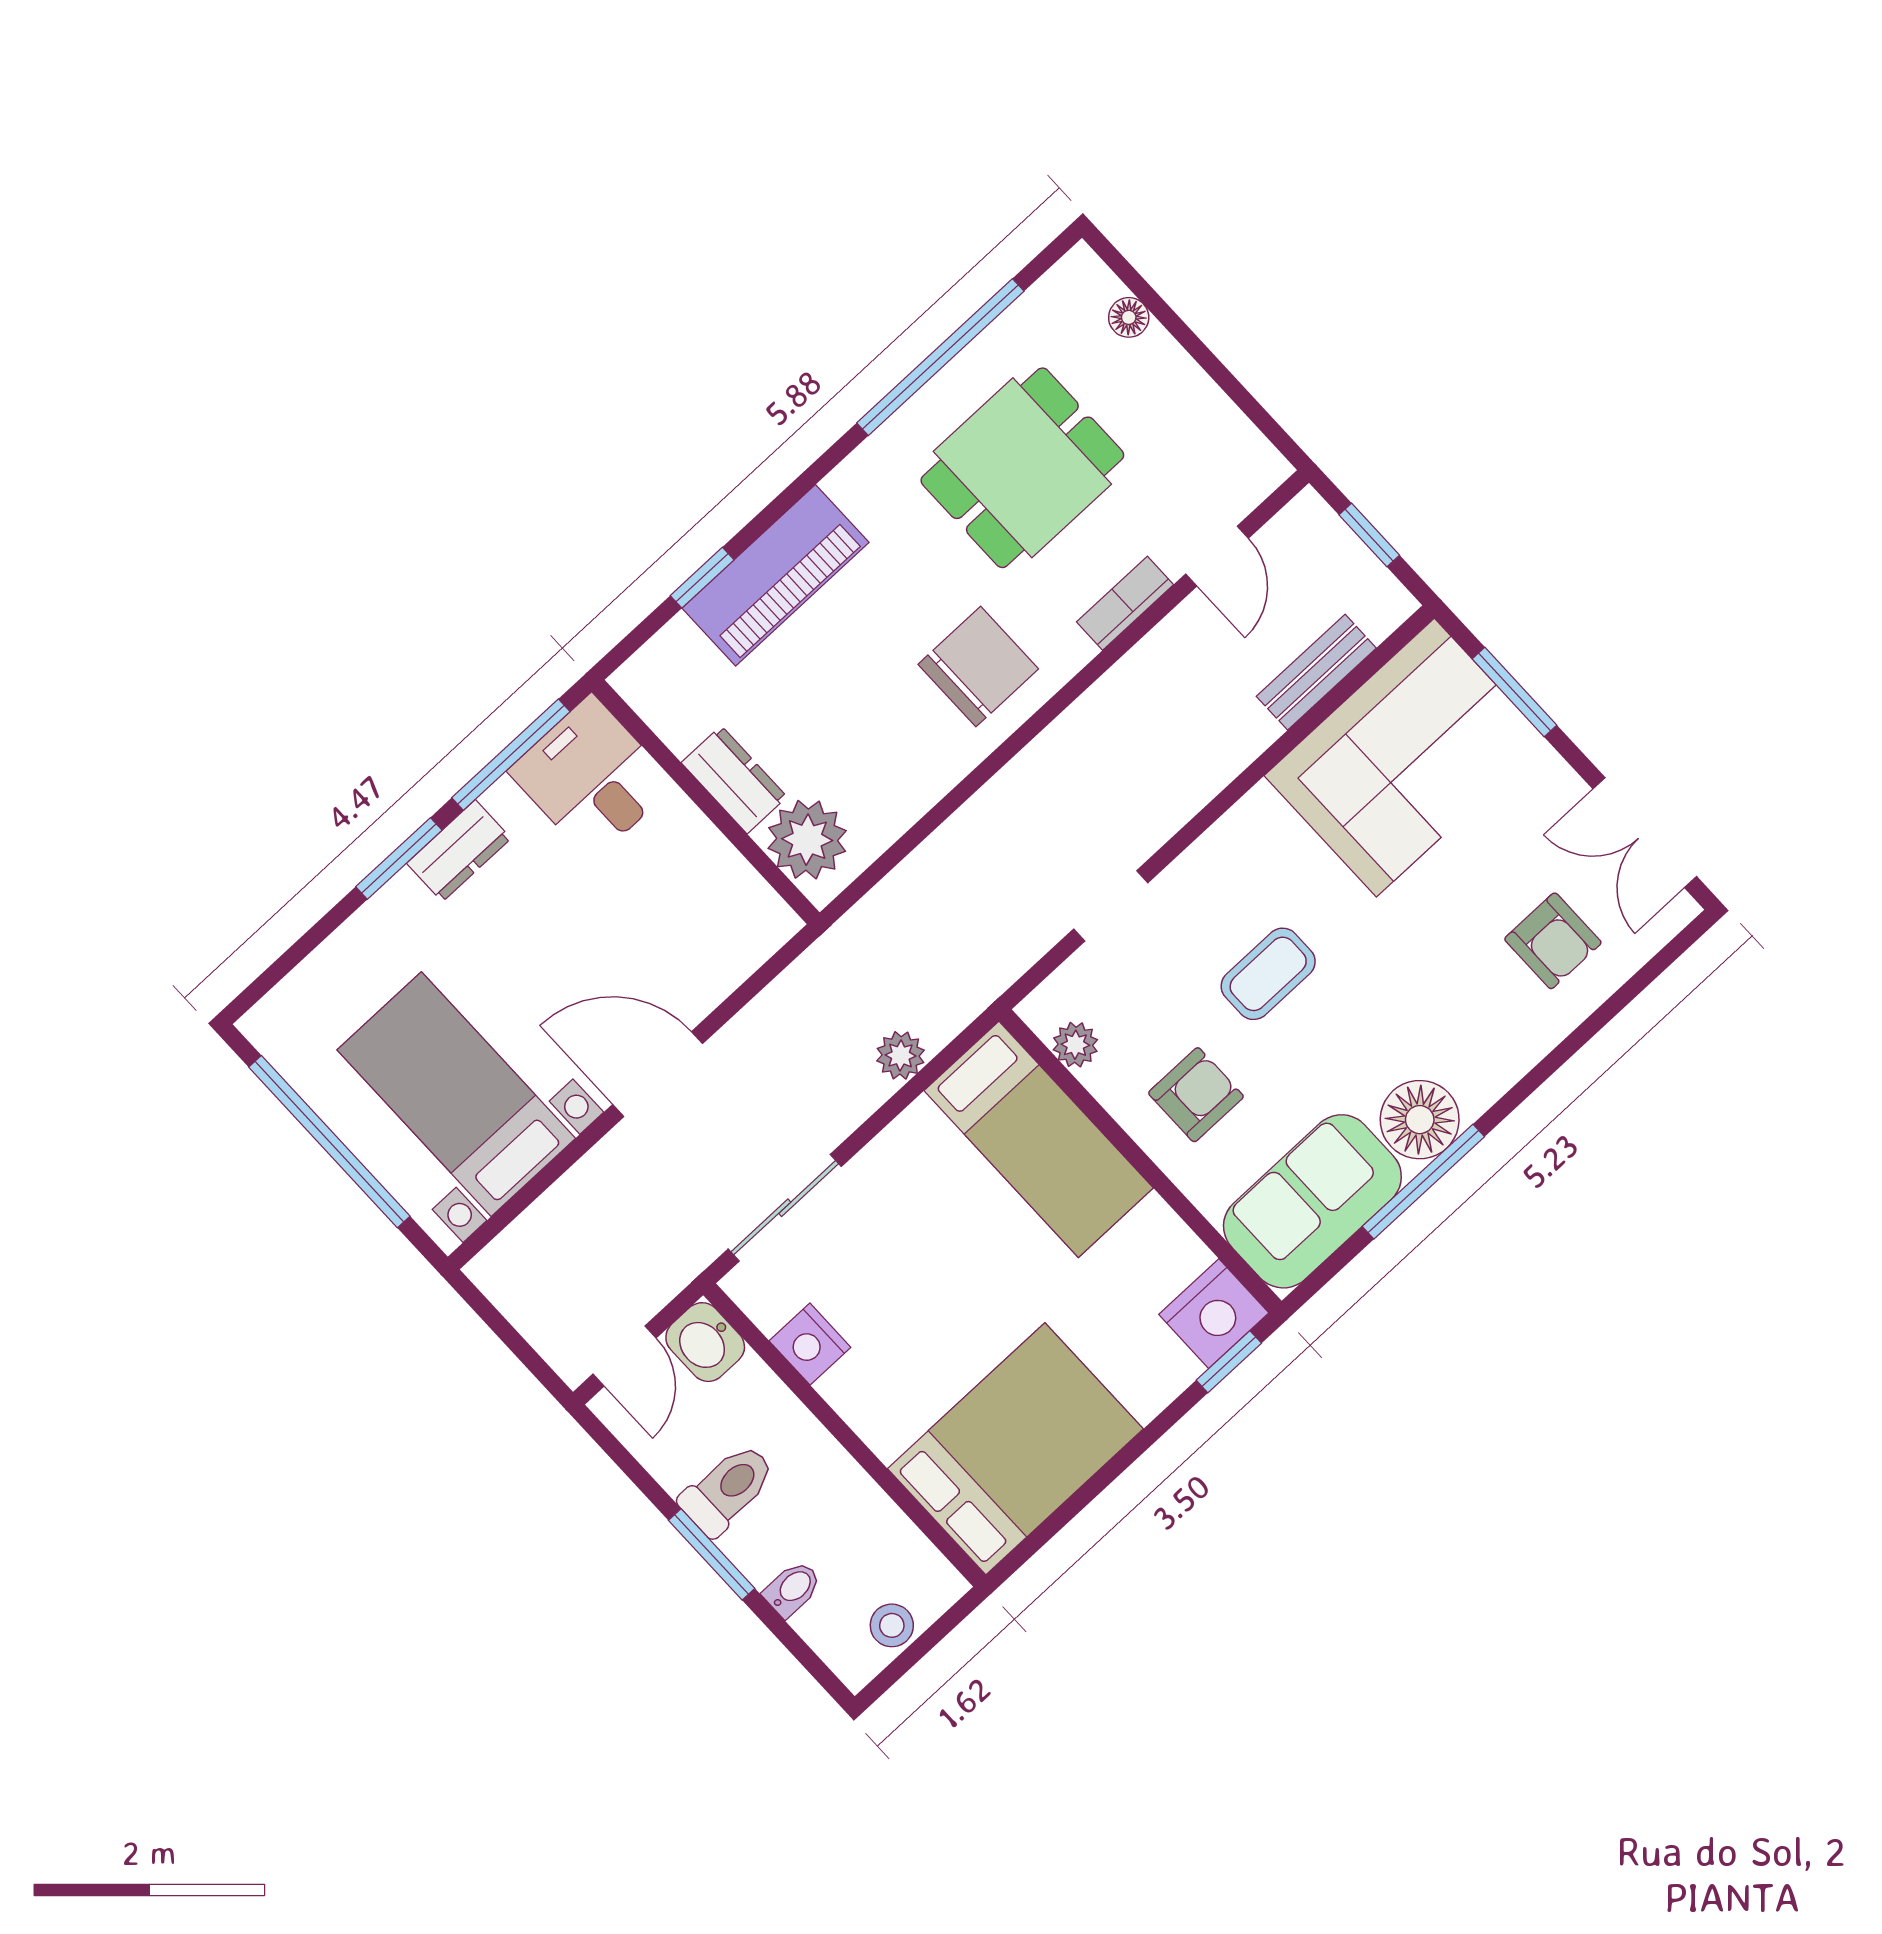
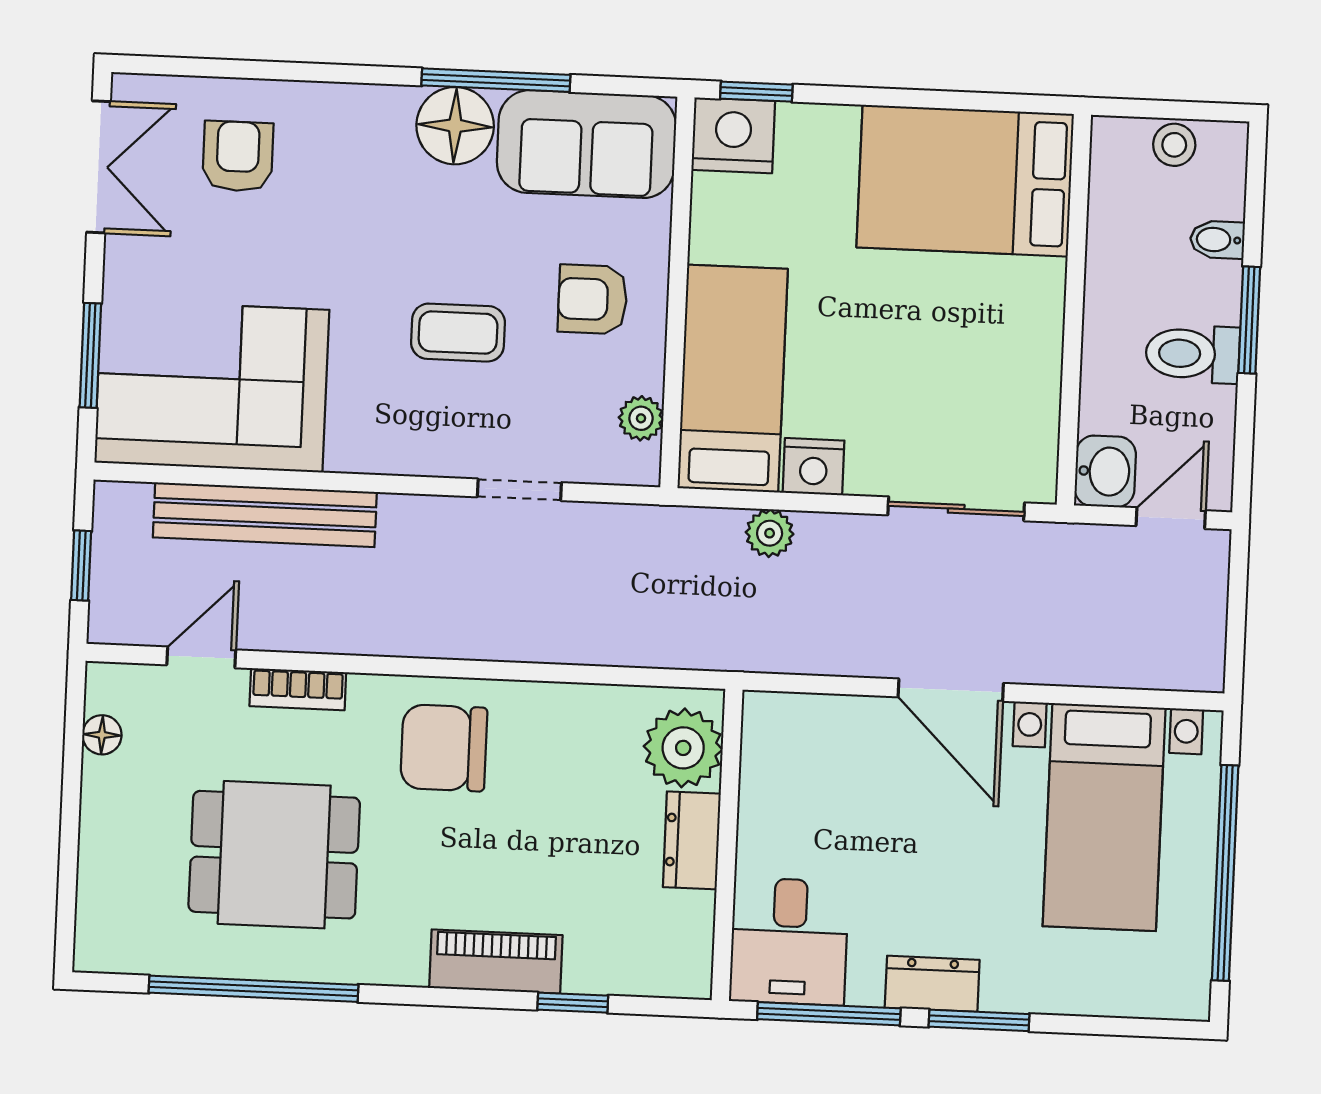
floor lamp: (1129, 317) -> (102, 735), moved
piano: (776, 575) -> (496, 961), width x0.73, depth x0.75
bench: (1316, 672) -> (265, 515), width x1.86, depth x1.21
nightstand: (810, 1344) -> (813, 467), moved, turned 90

